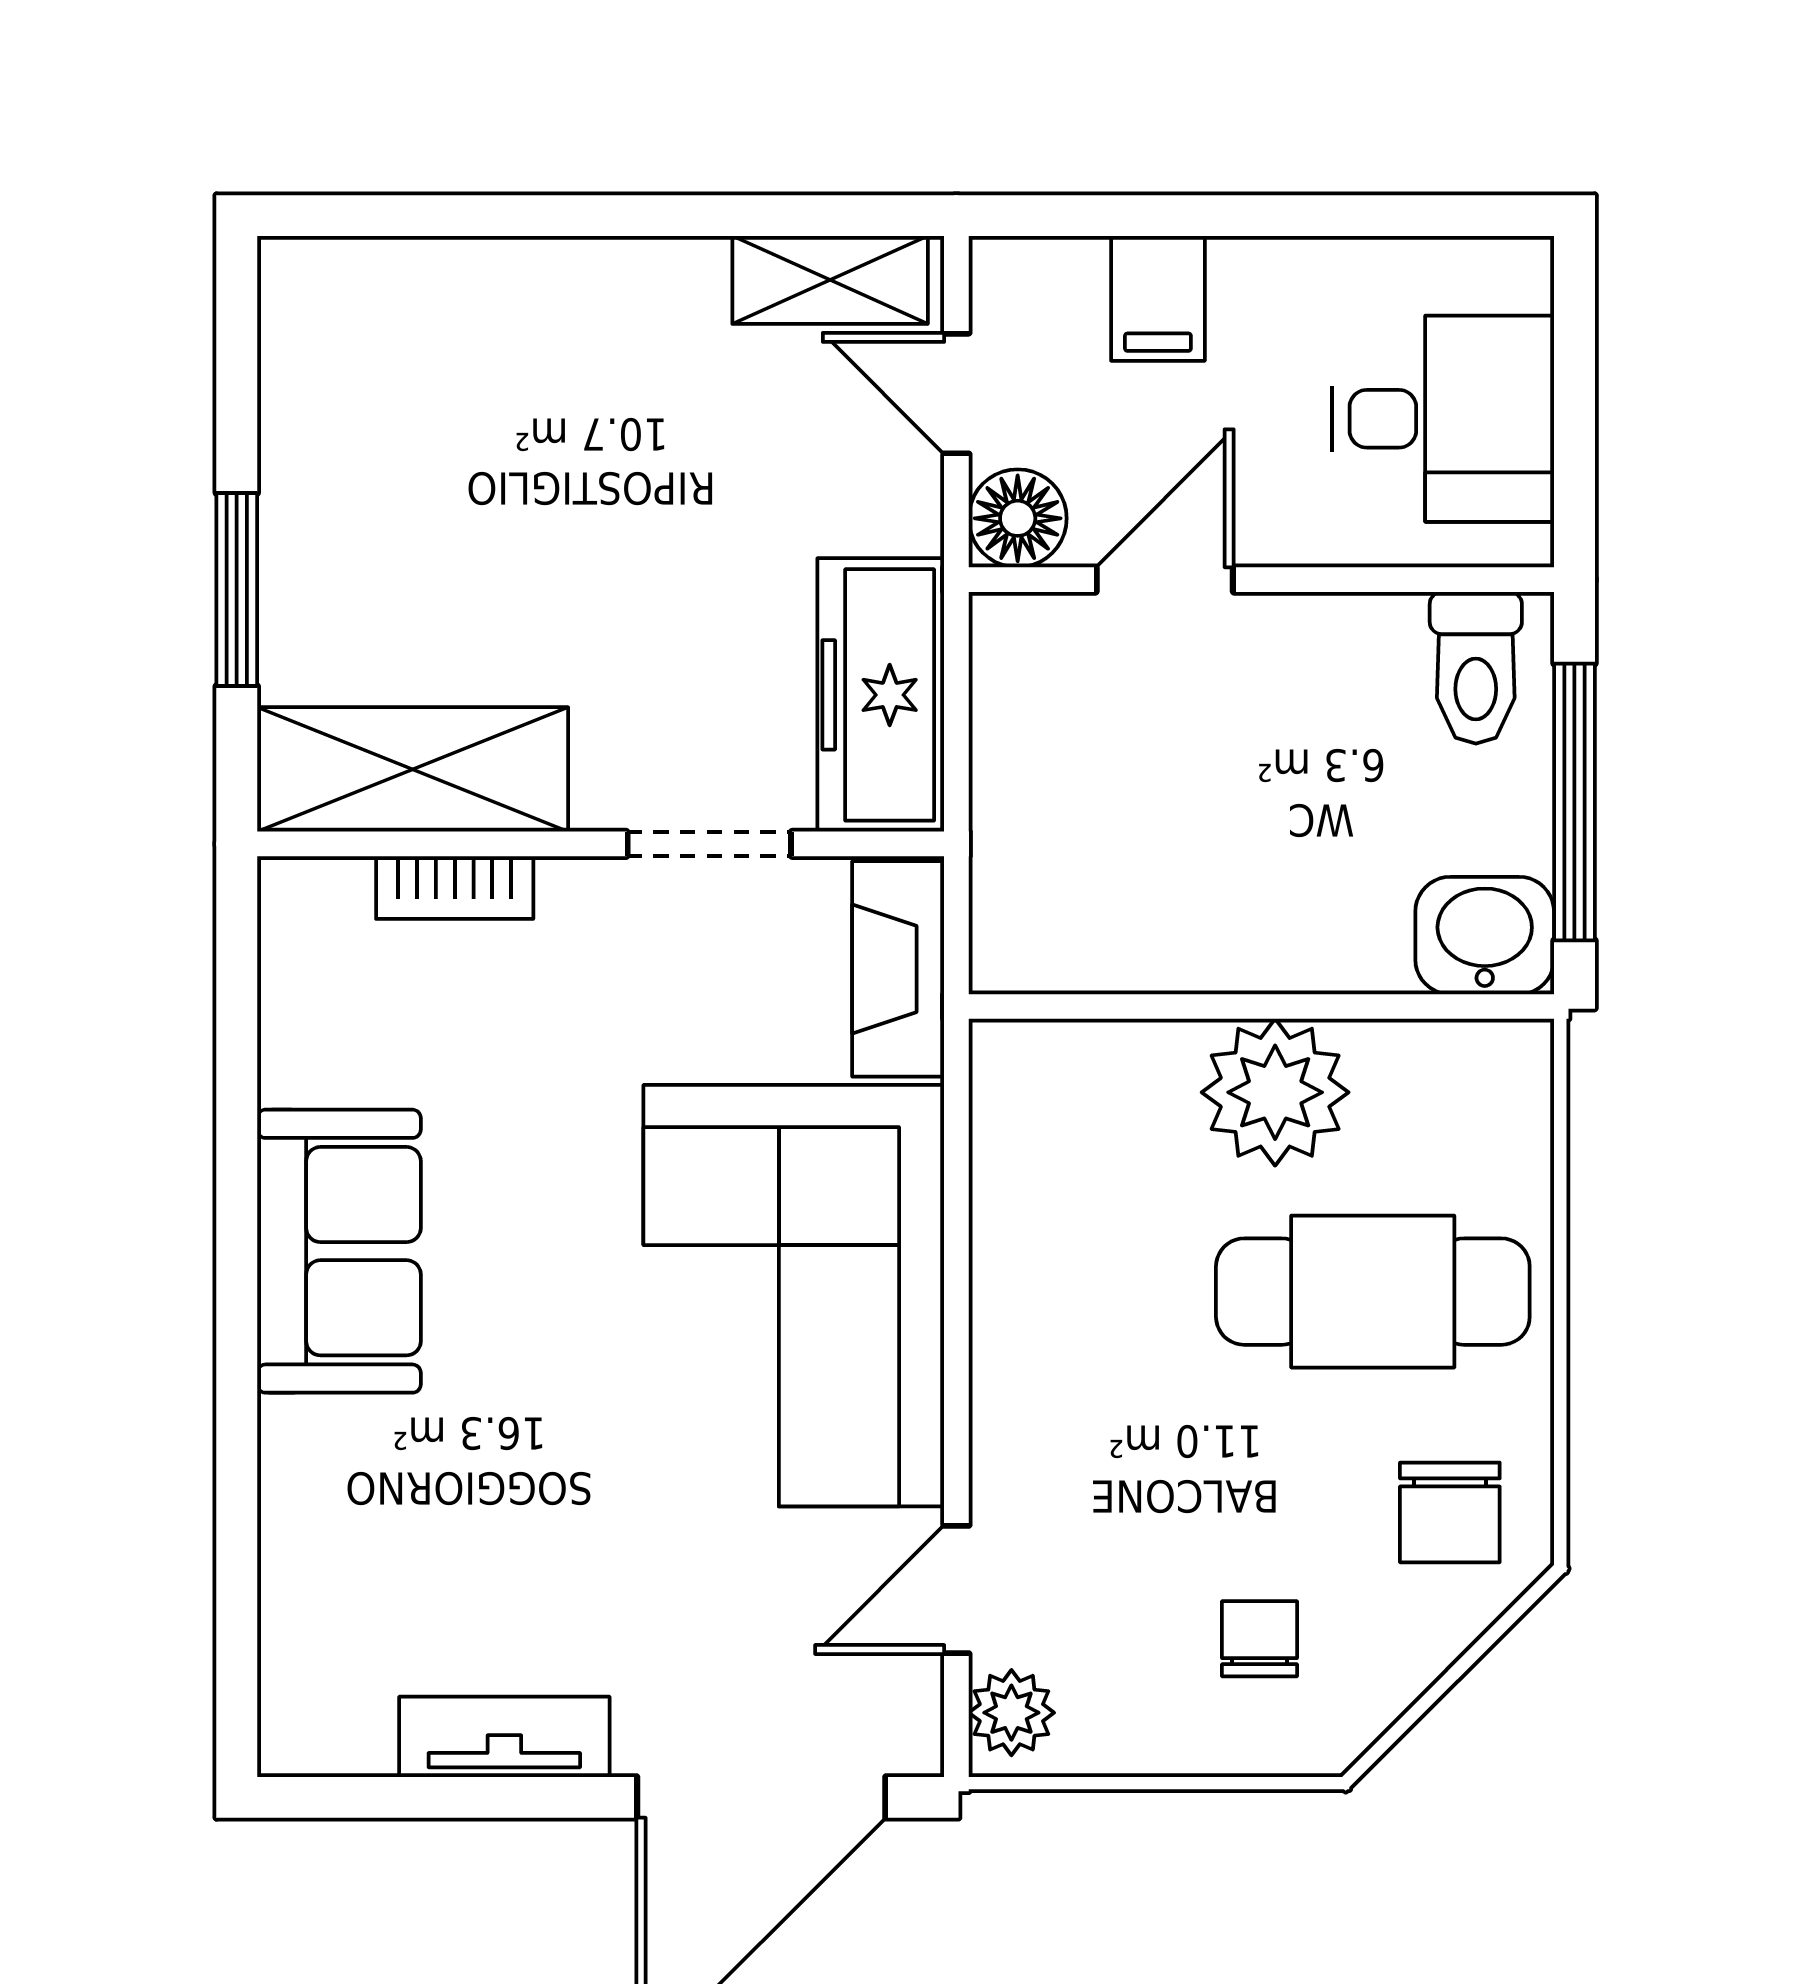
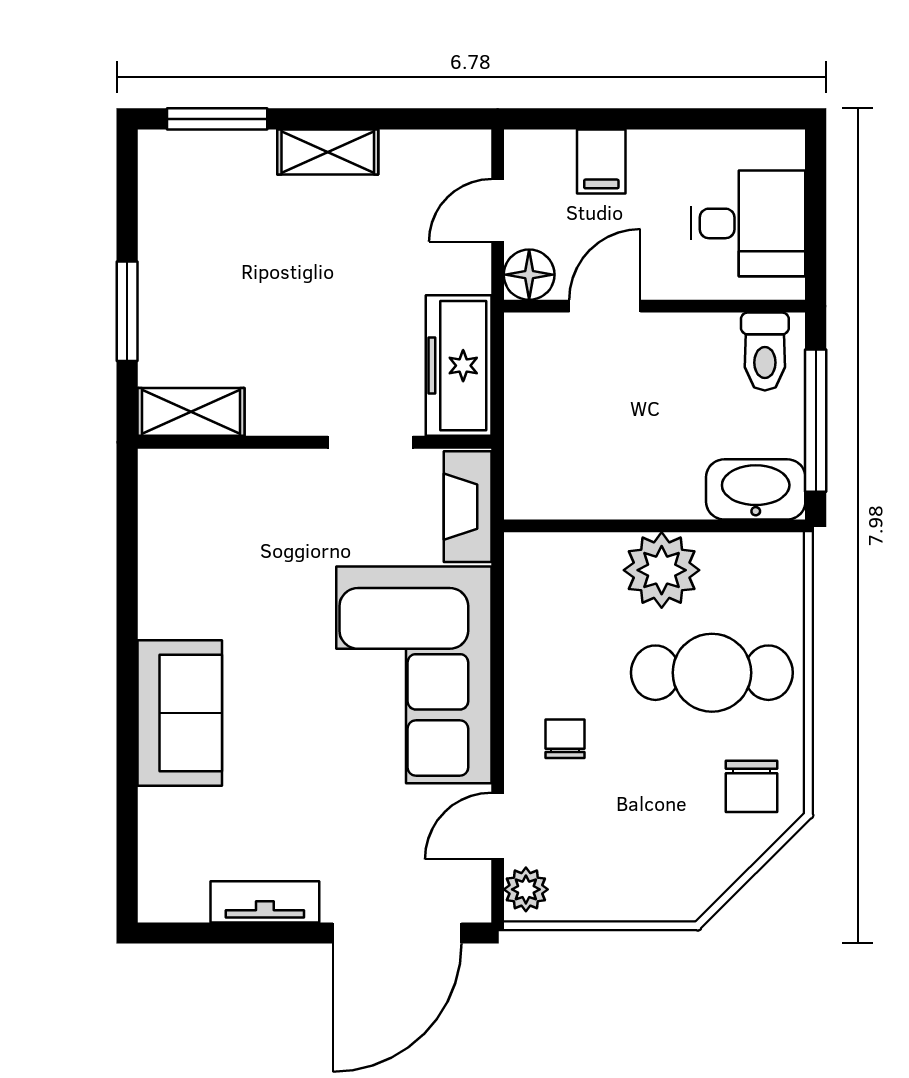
window: (411, 216) -> (217, 119), added
shelving: (830, 280) -> (328, 152), moved
door: (956, 394) -> (498, 210), hinge flipped
shelving: (413, 769) -> (191, 412), width x0.67, depth x0.75
bookcase: (455, 887) -> (239, 465), removed
washbasin: (1485, 936) -> (756, 489), width x1.38
sofa: (339, 1251) -> (180, 713), moved
chair: (1260, 1639) -> (565, 739), moved

